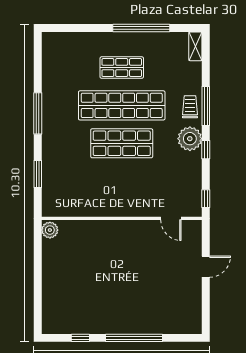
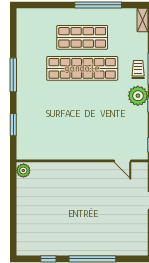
shop shelf: (122, 68) -> (82, 37), width x1.43, depth x1.36
shop shelf: (122, 143) -> (82, 99), removed

